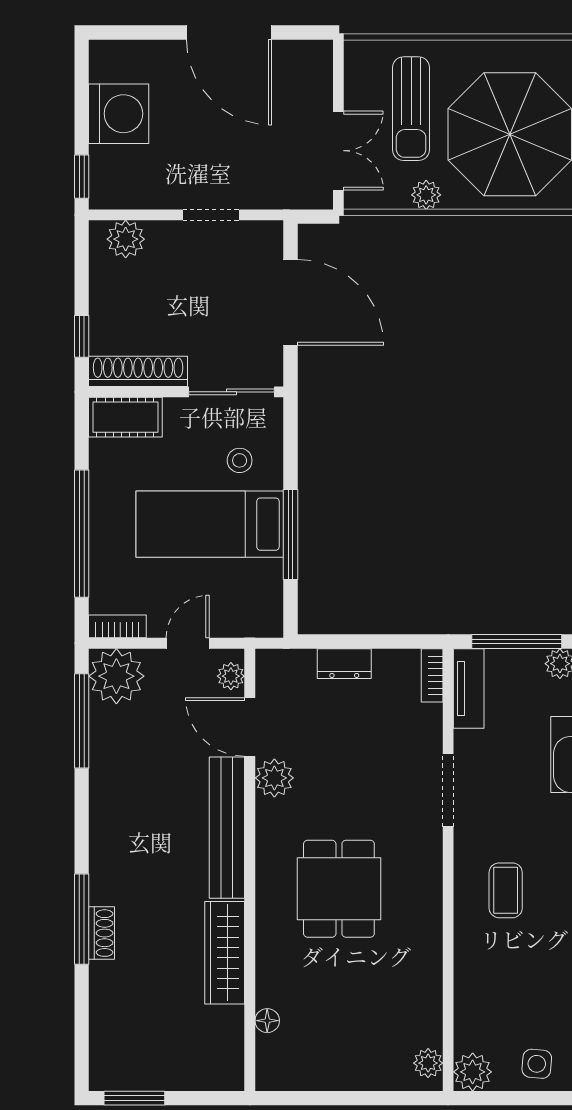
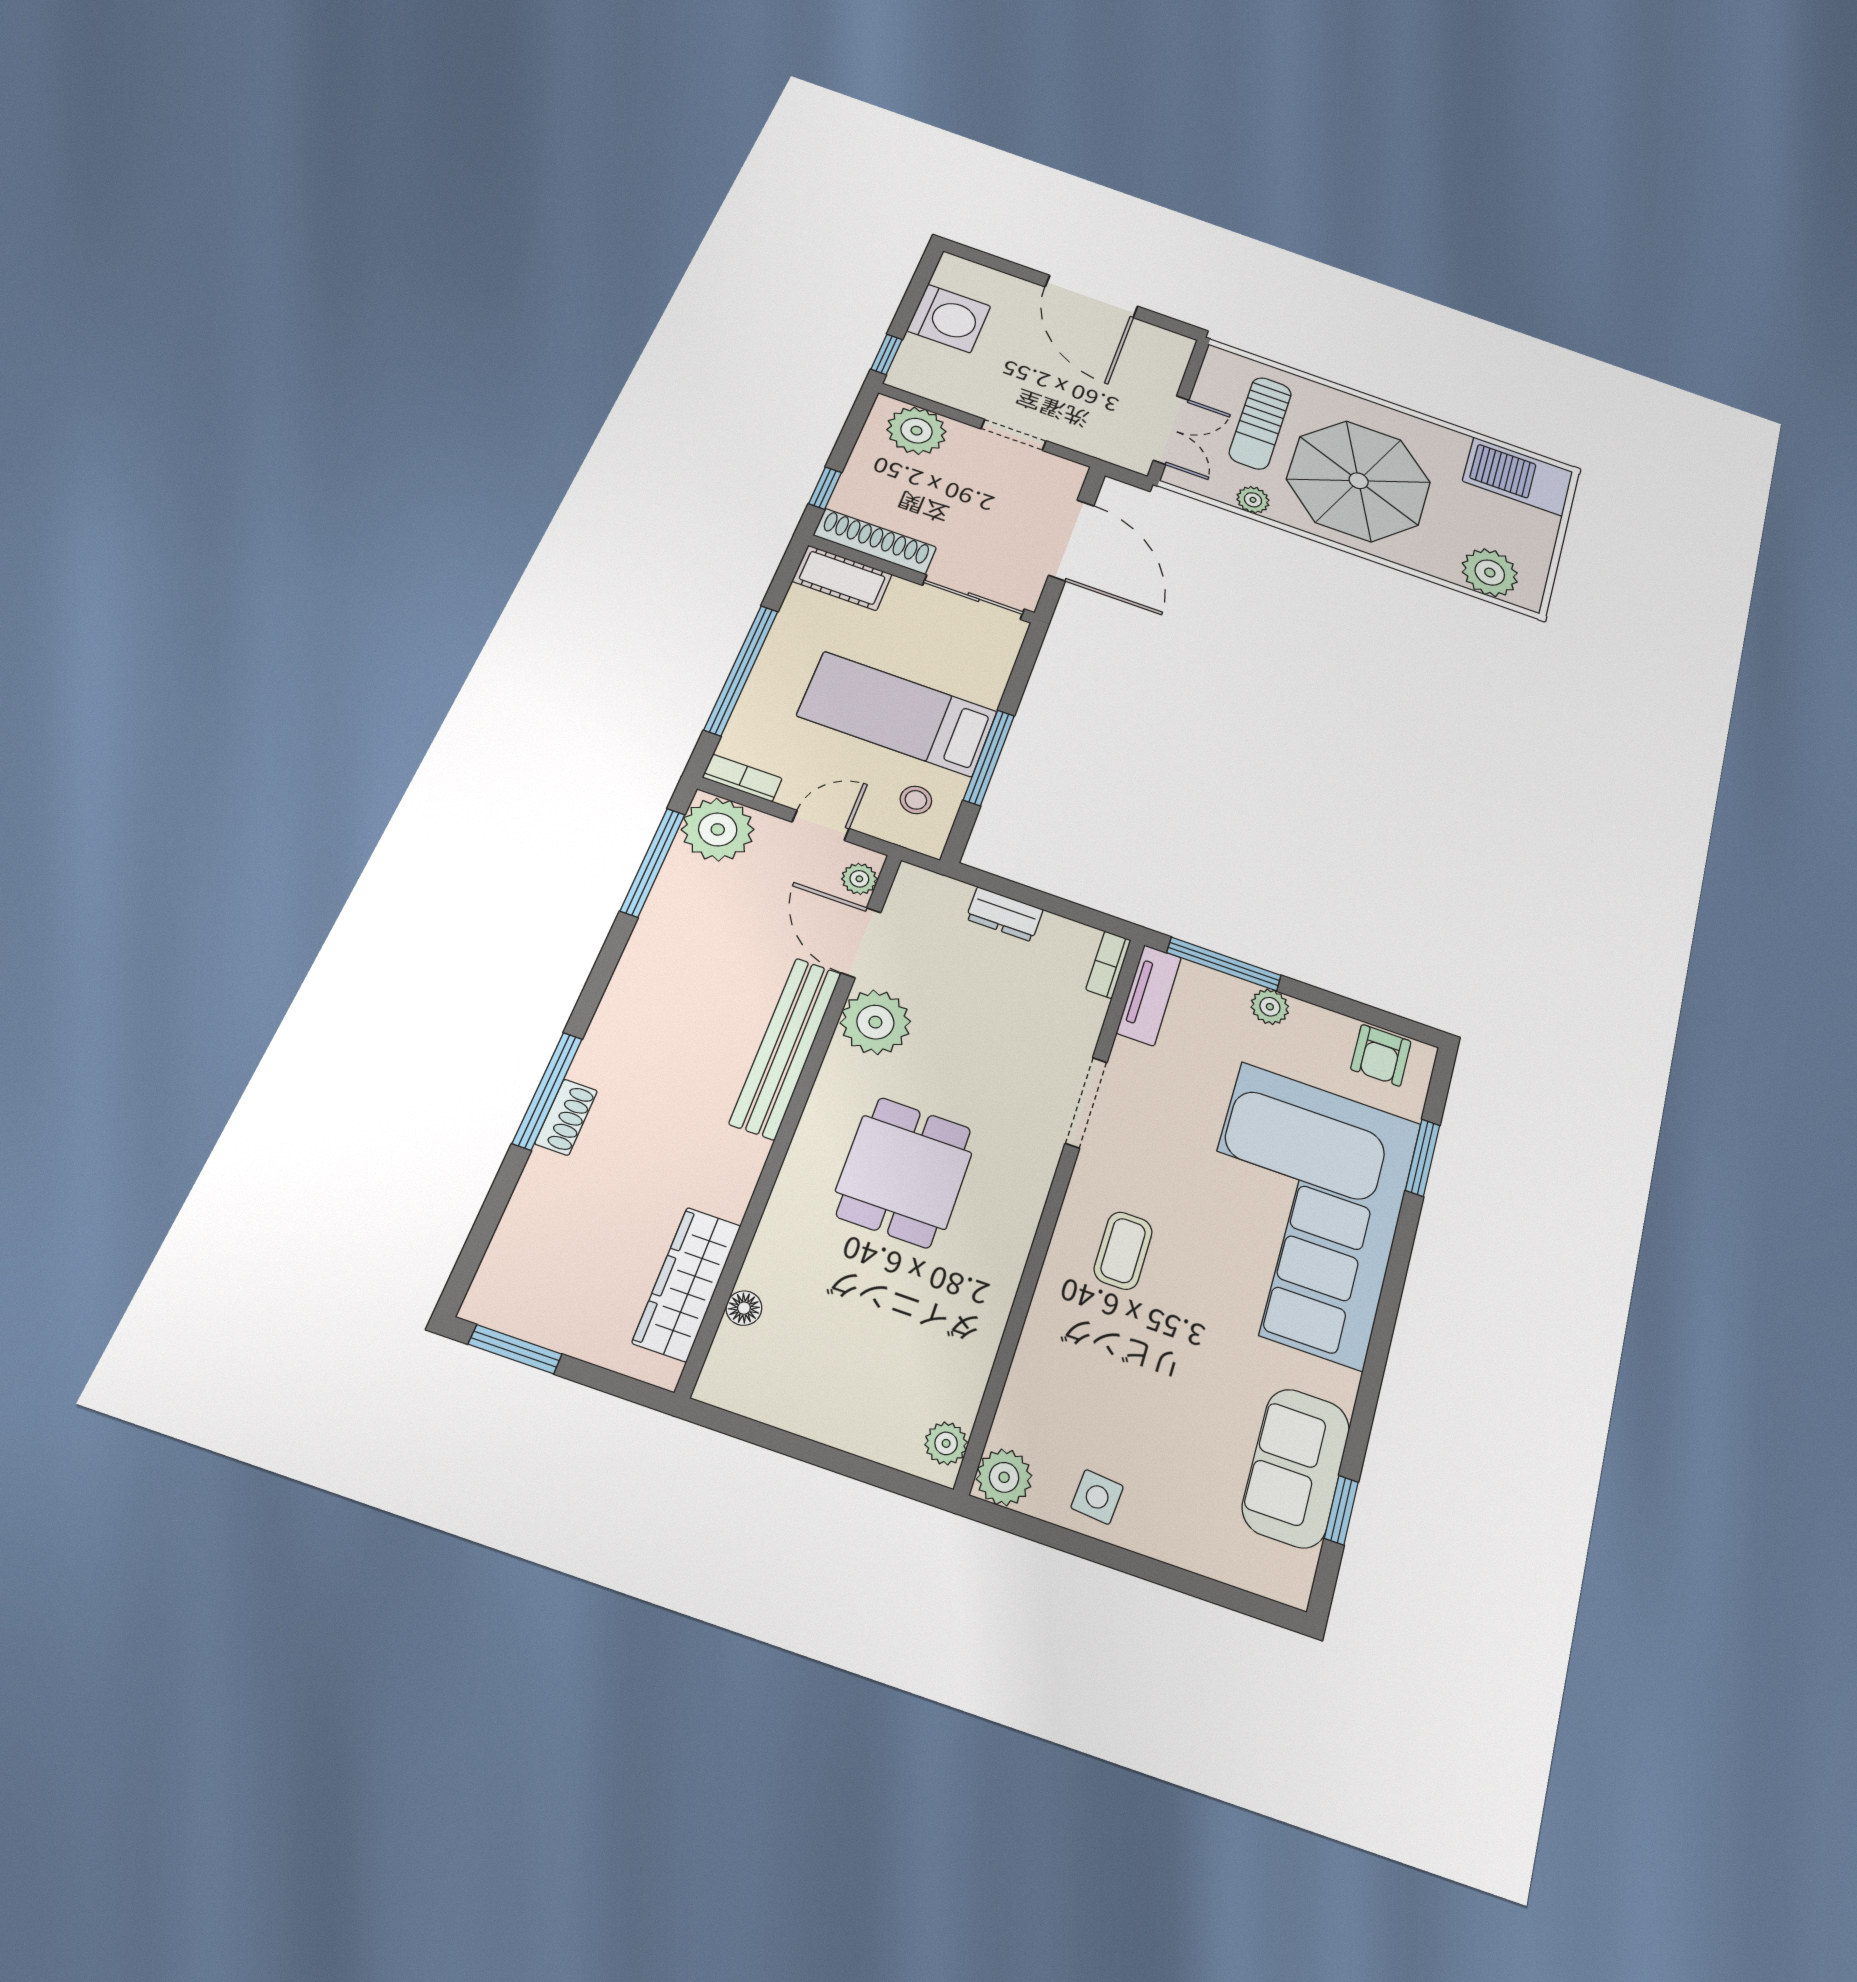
plant: (126, 239) -> (917, 431), width x1.36, depth x1.36
stool: (240, 460) -> (916, 800), moved
plant: (274, 778) -> (875, 1022), width x1.36, depth x1.36
wardrobe: (225, 953) -> (687, 1284), moved

